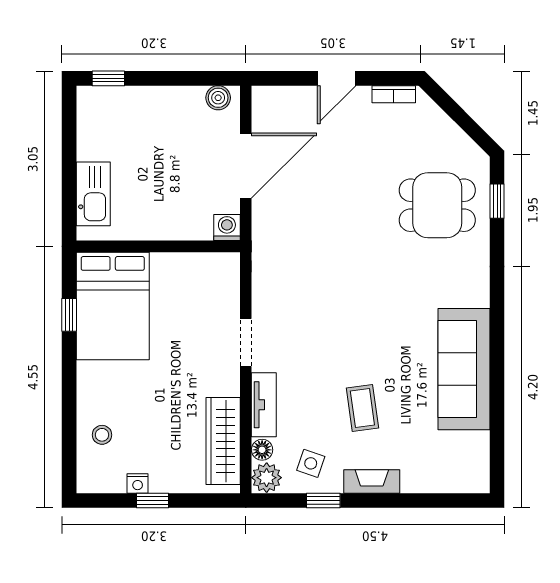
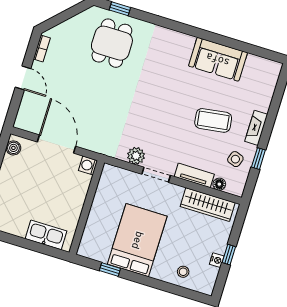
bed: (113, 306) -> (137, 240), moved, turned -90
sofa: (464, 369) -> (218, 59), width x0.73
coffee table: (362, 408) -> (213, 120), width x1.36, depth x1.30
plant: (267, 478) -> (136, 156), moved

